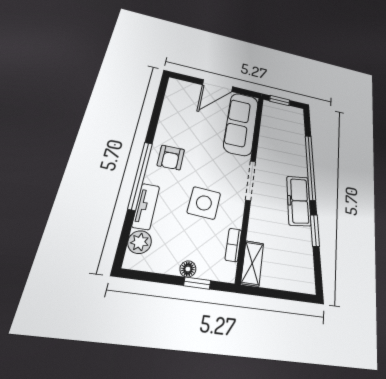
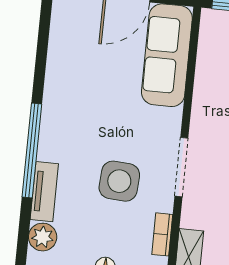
armchair: (171, 158) -> (69, 121), removed
doorway: (251, 180) -> (181, 167), moved

